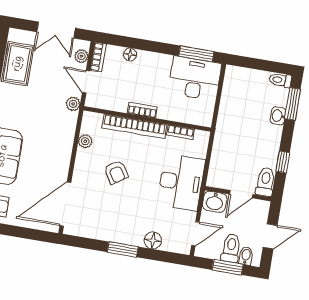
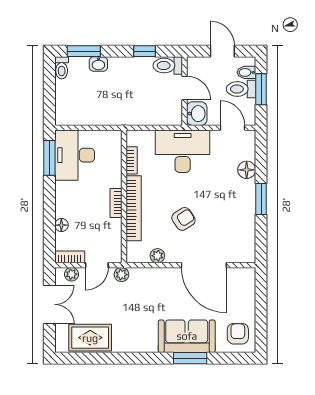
door: (65, 204) -> (204, 265), moved

